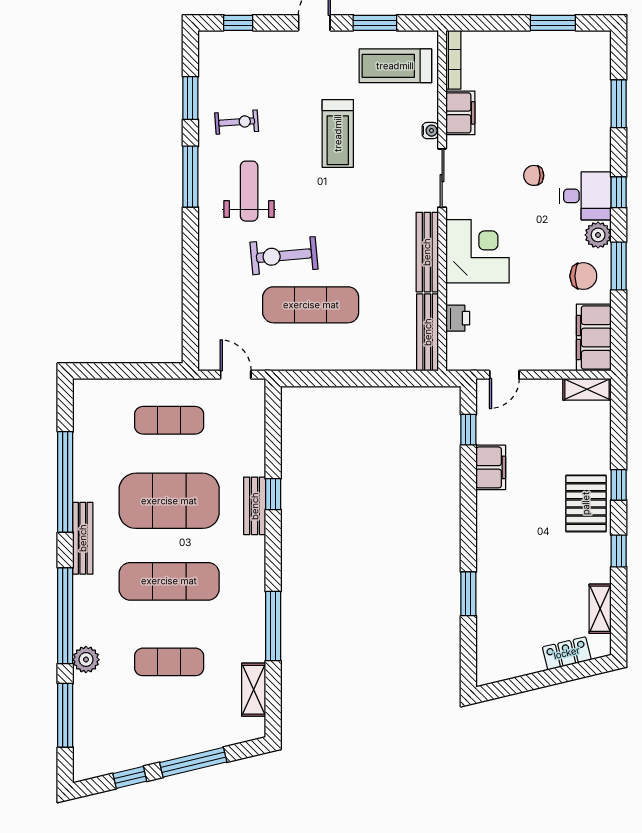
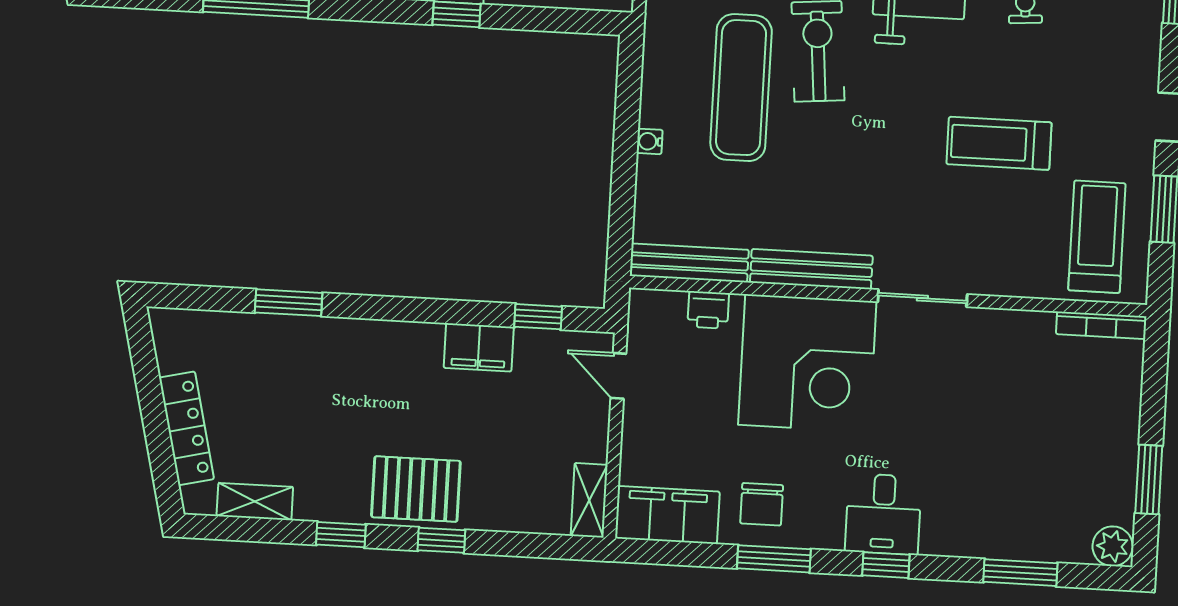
filing cabinet: (460, 113) -> (1020, 331), removed
water cooler: (430, 131) -> (650, 141), moved, turned 90
chair: (534, 175) -> (919, 437), removed
plant: (598, 235) -> (1113, 546), moved
corner desk: (478, 251) -> (807, 363), width x1.36, depth x1.36
locker: (567, 653) -> (186, 428), width x1.53

